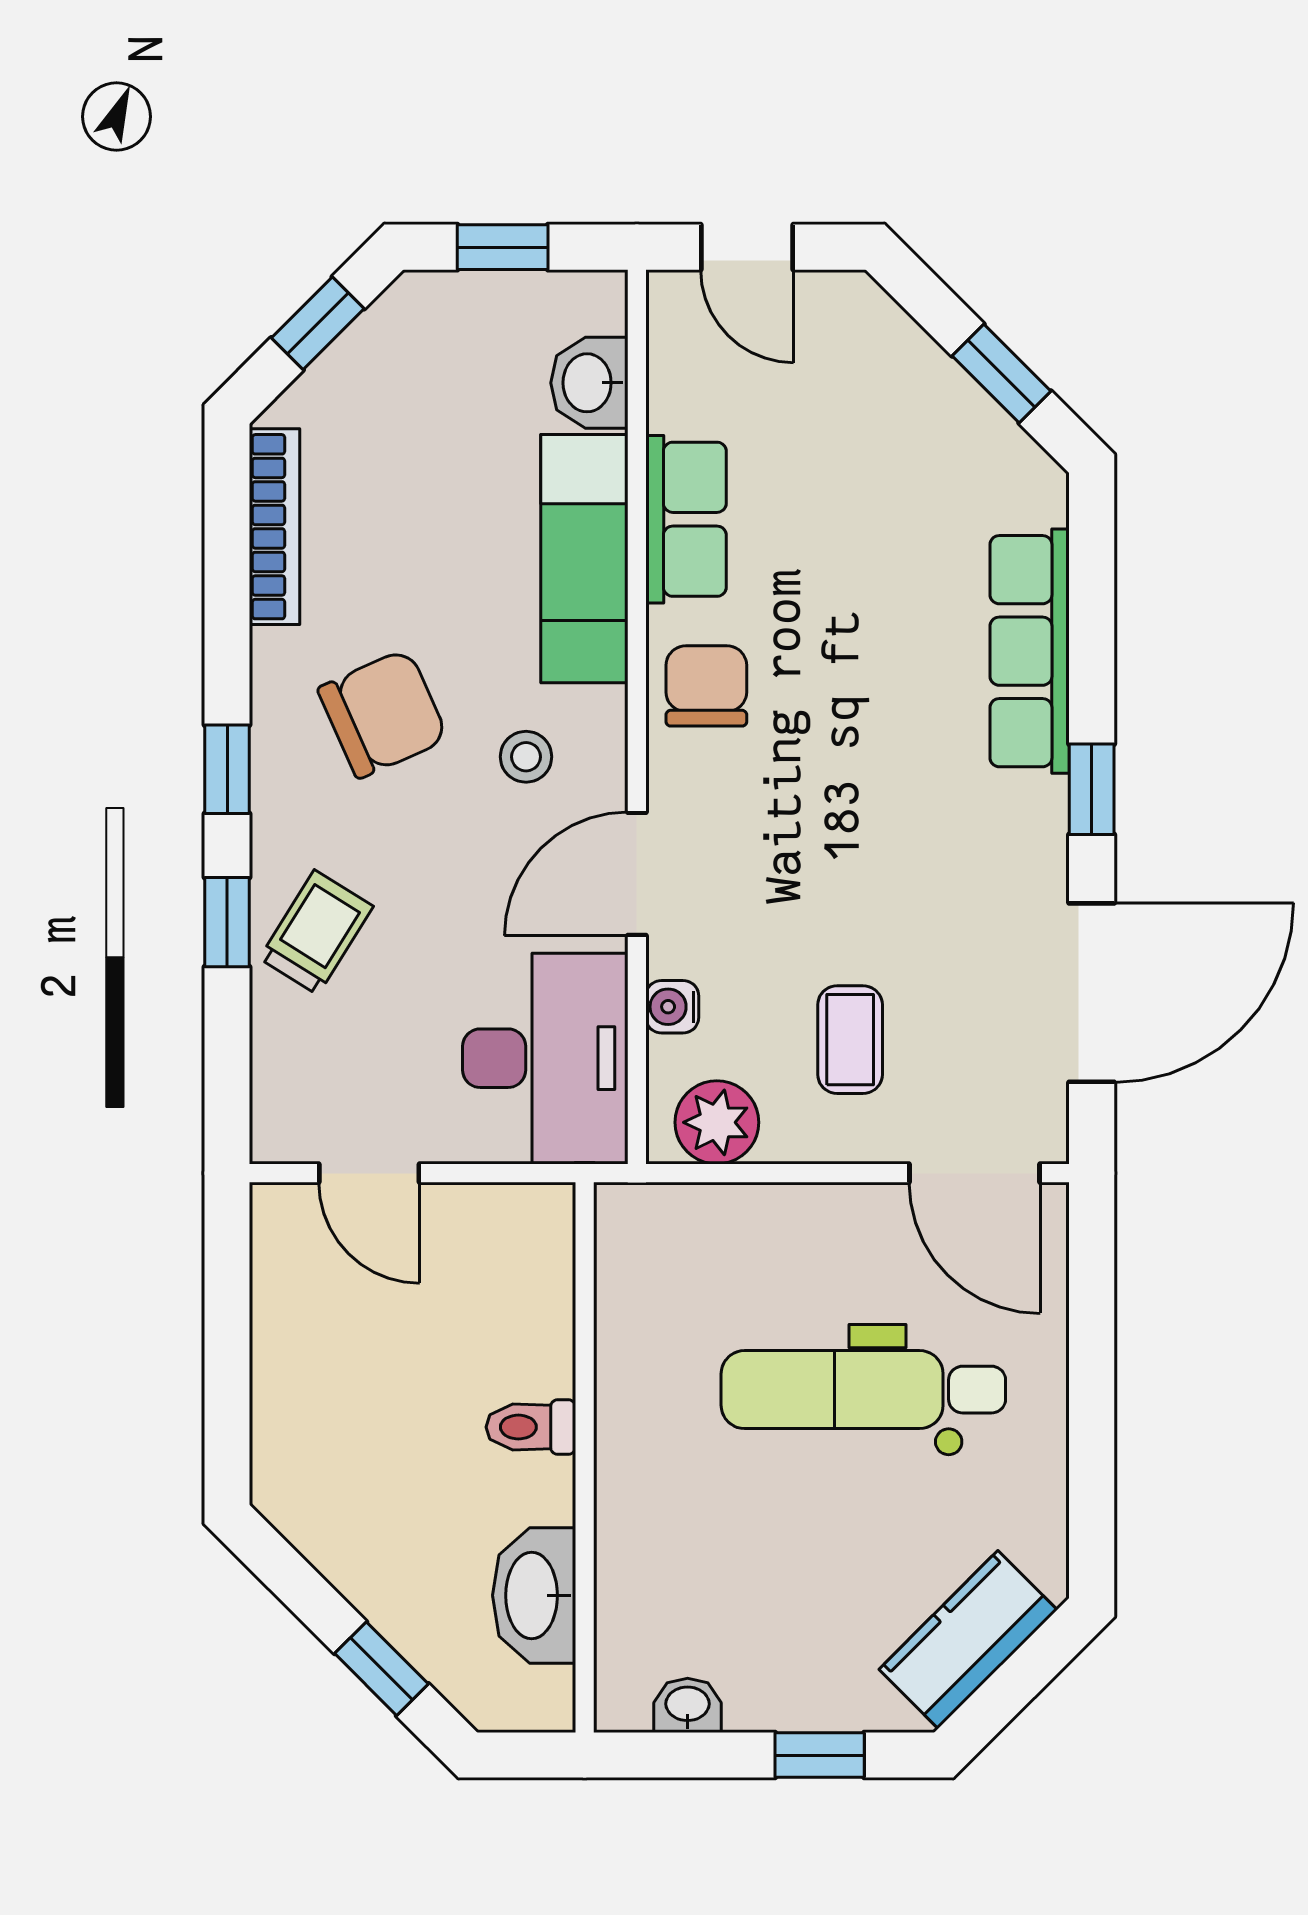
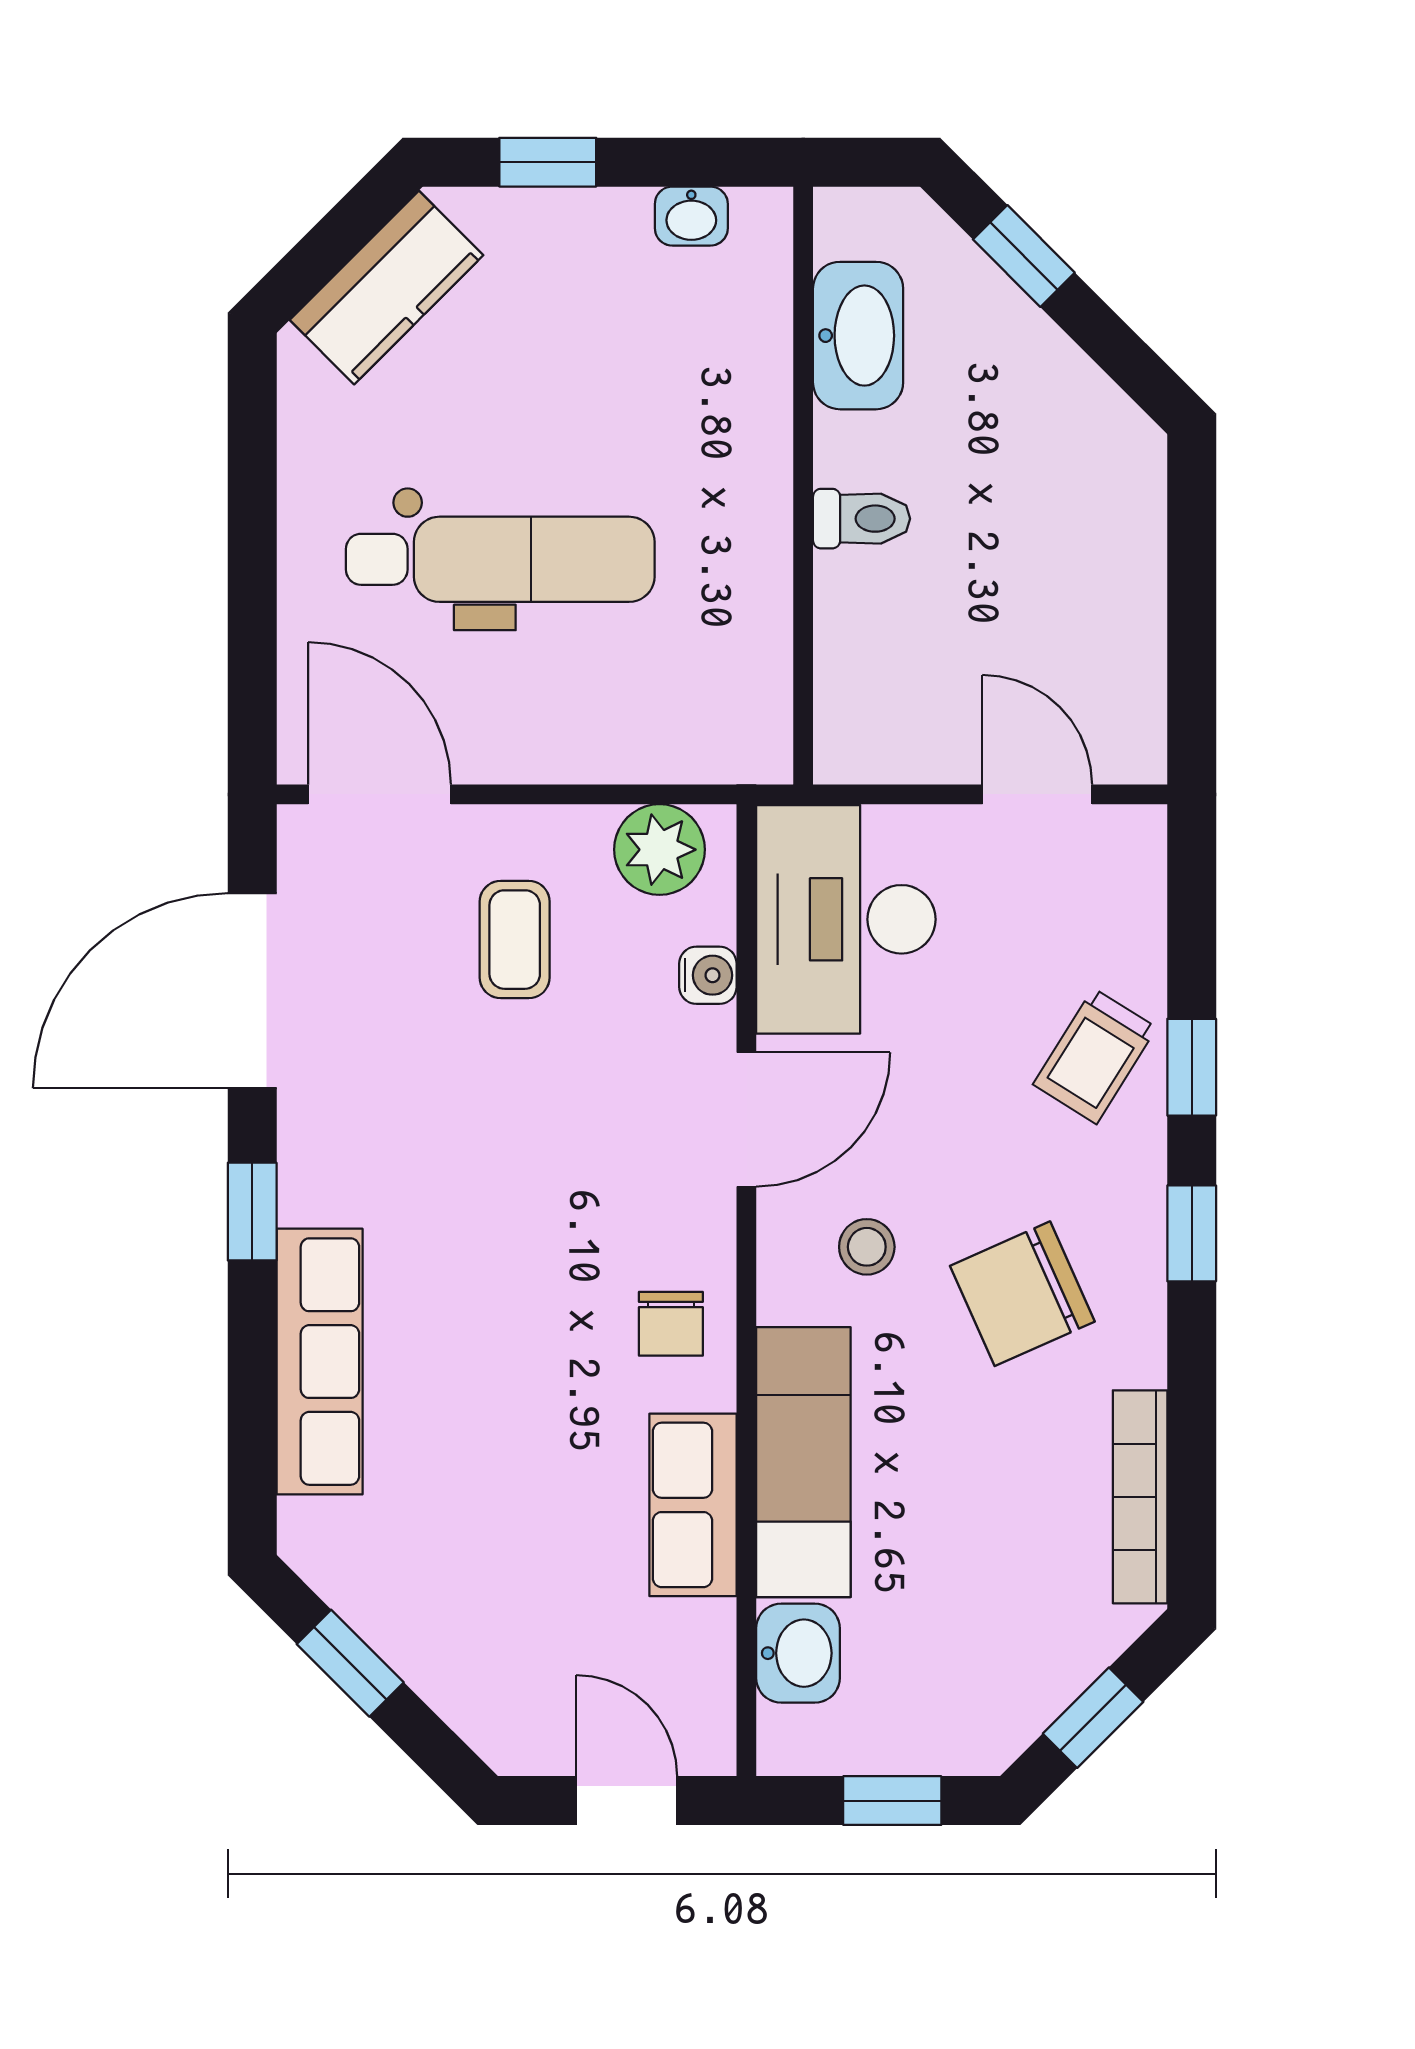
chair: (706, 686) -> (671, 1324), width x0.73, depth x0.73

